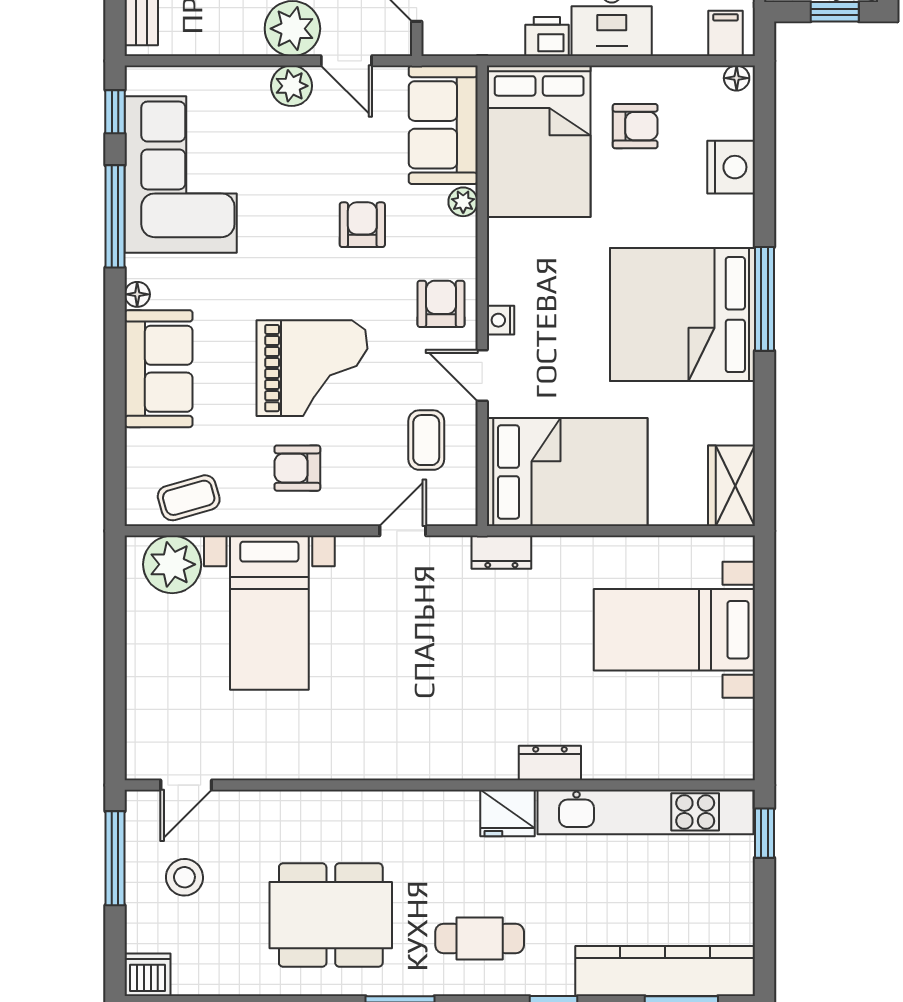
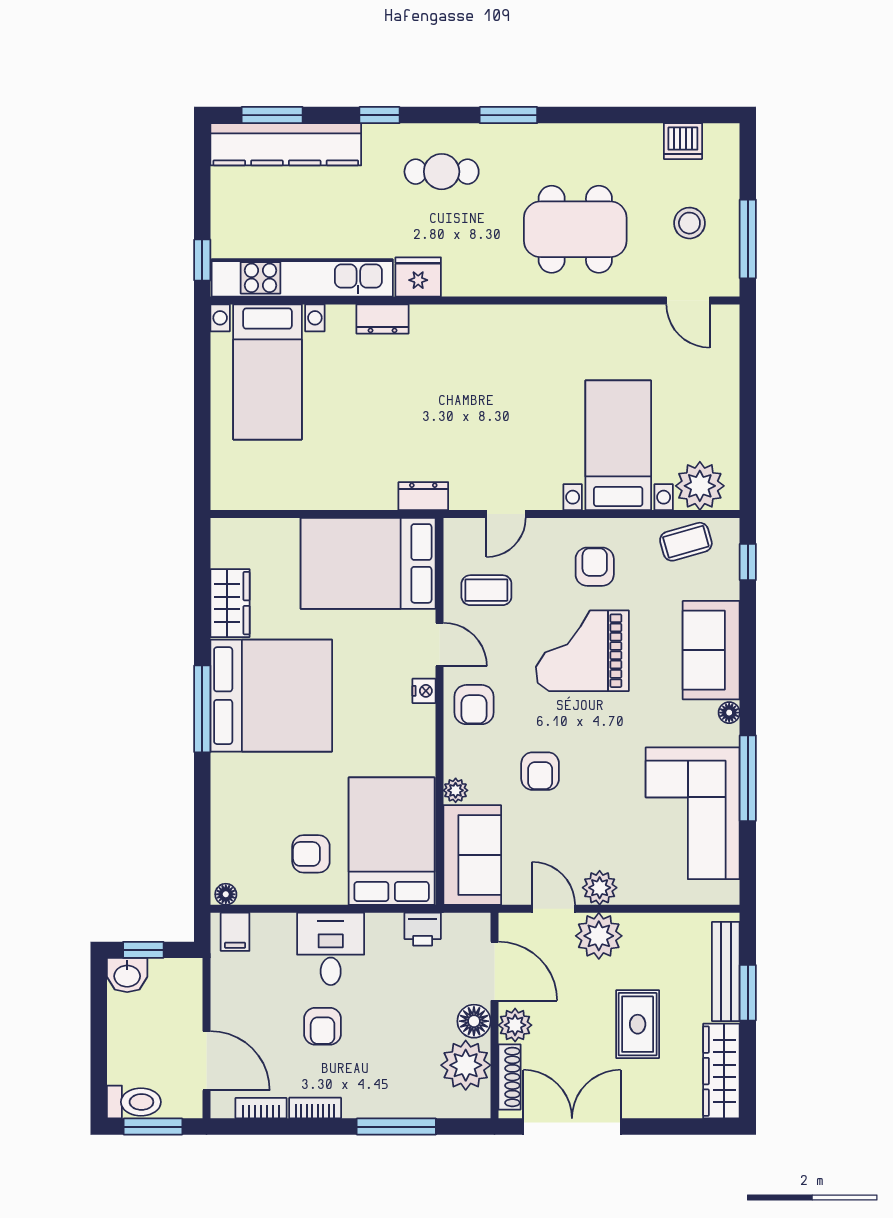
printer: (547, 36) -> (423, 929), moved
window: (115, 112) -> (748, 562), moved
nightstand: (731, 167) -> (230, 819), removed
coffee table: (426, 440) -> (486, 590), turned 90
armchair: (297, 468) -> (595, 567), turned -90
wardrobe: (731, 486) -> (230, 603), moved
bed with nightstands: (674, 630) -> (267, 372), moved, turned 90
door: (186, 785) -> (688, 300), swing flipped
dining table: (331, 915) -> (575, 229), moved
dishwasher: (147, 975) -> (683, 141), moved

